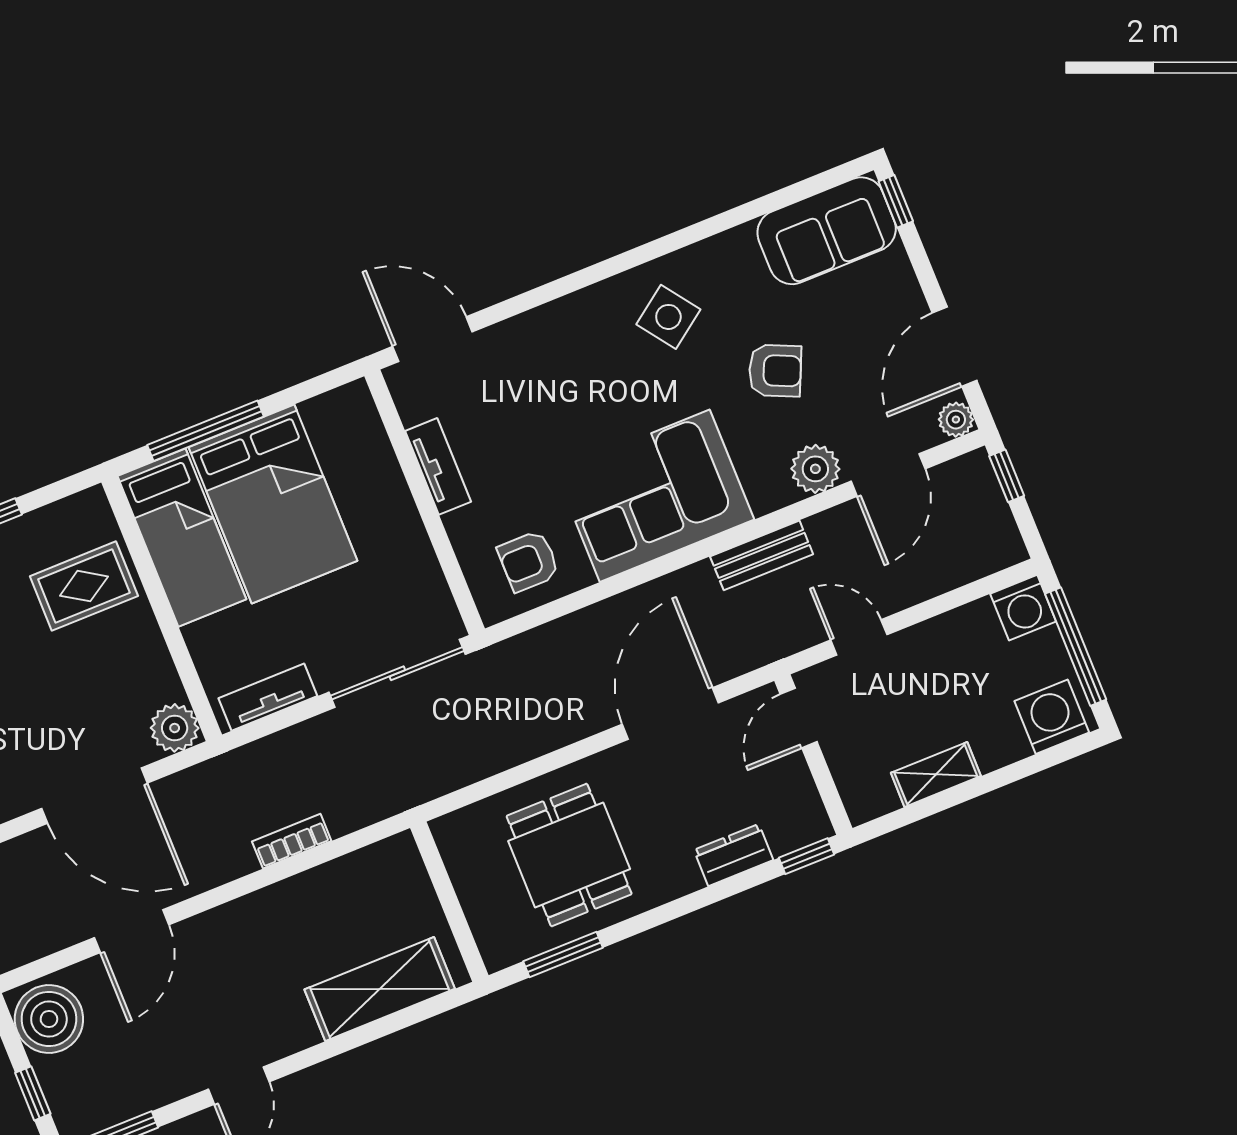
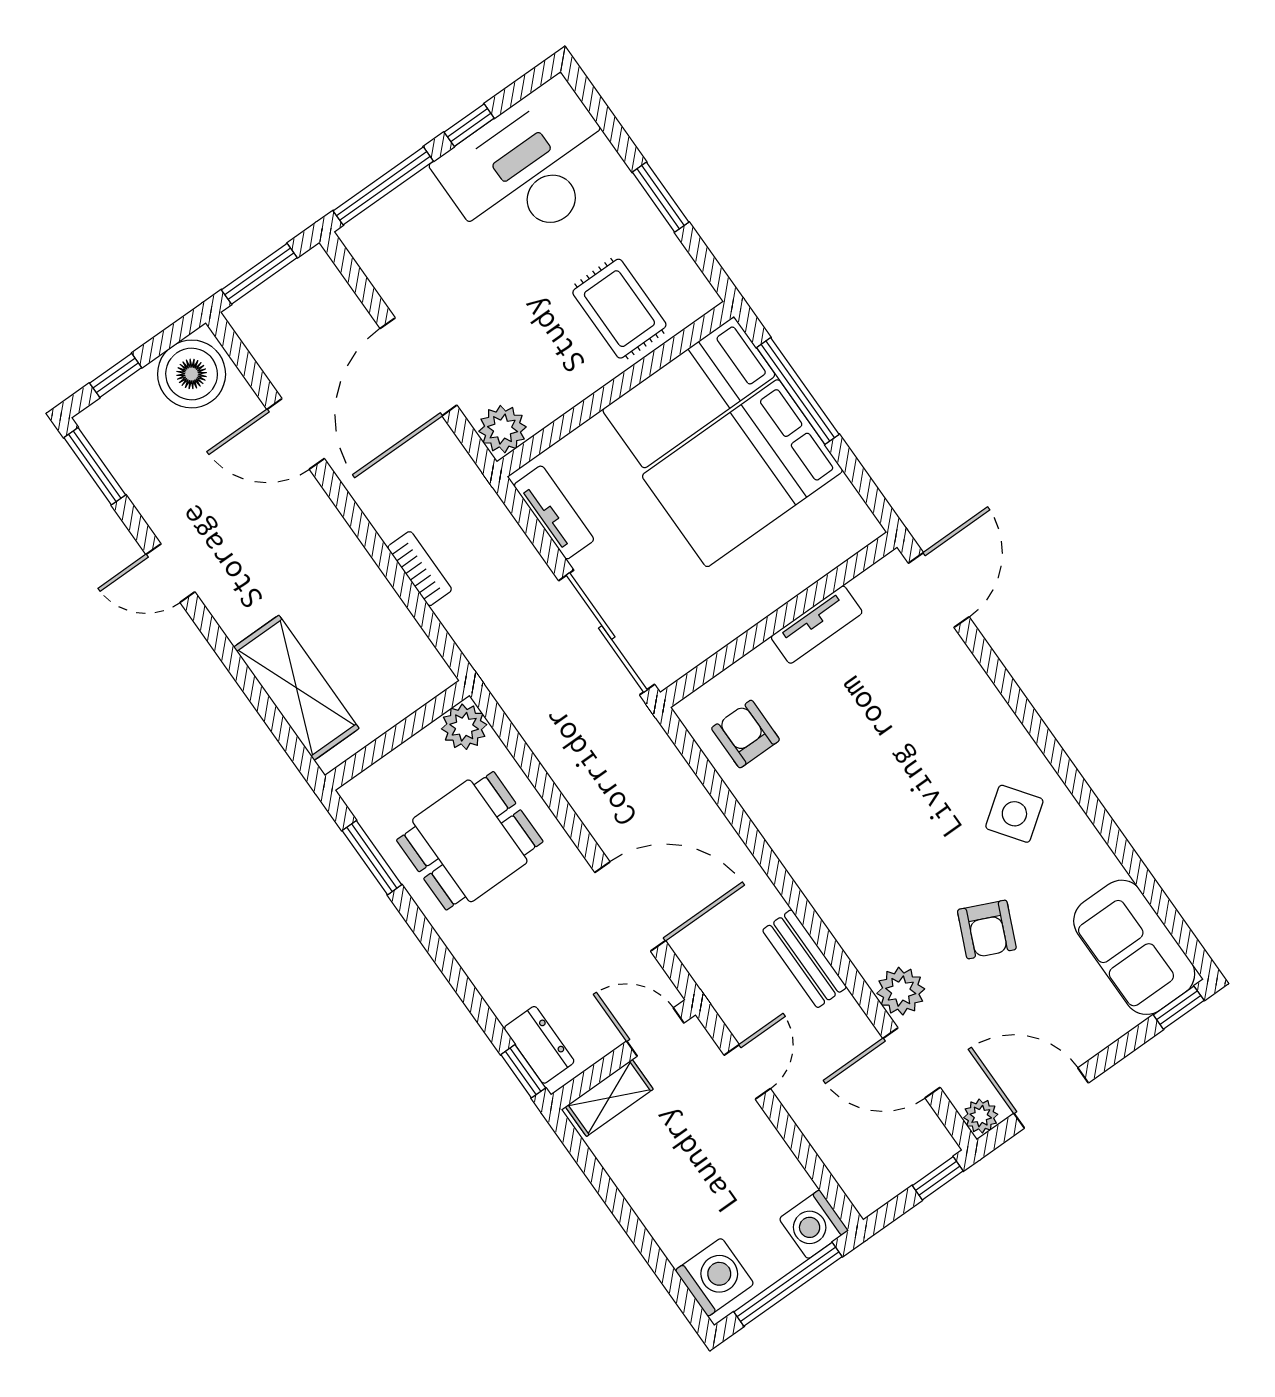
corner sofa: (655, 496) -> (838, 842), removed
shelving: (936, 774) -> (609, 1098), moved, turned 90
plant: (456, 834) -> (464, 727), added
dresser: (734, 855) -> (539, 1045), moved

